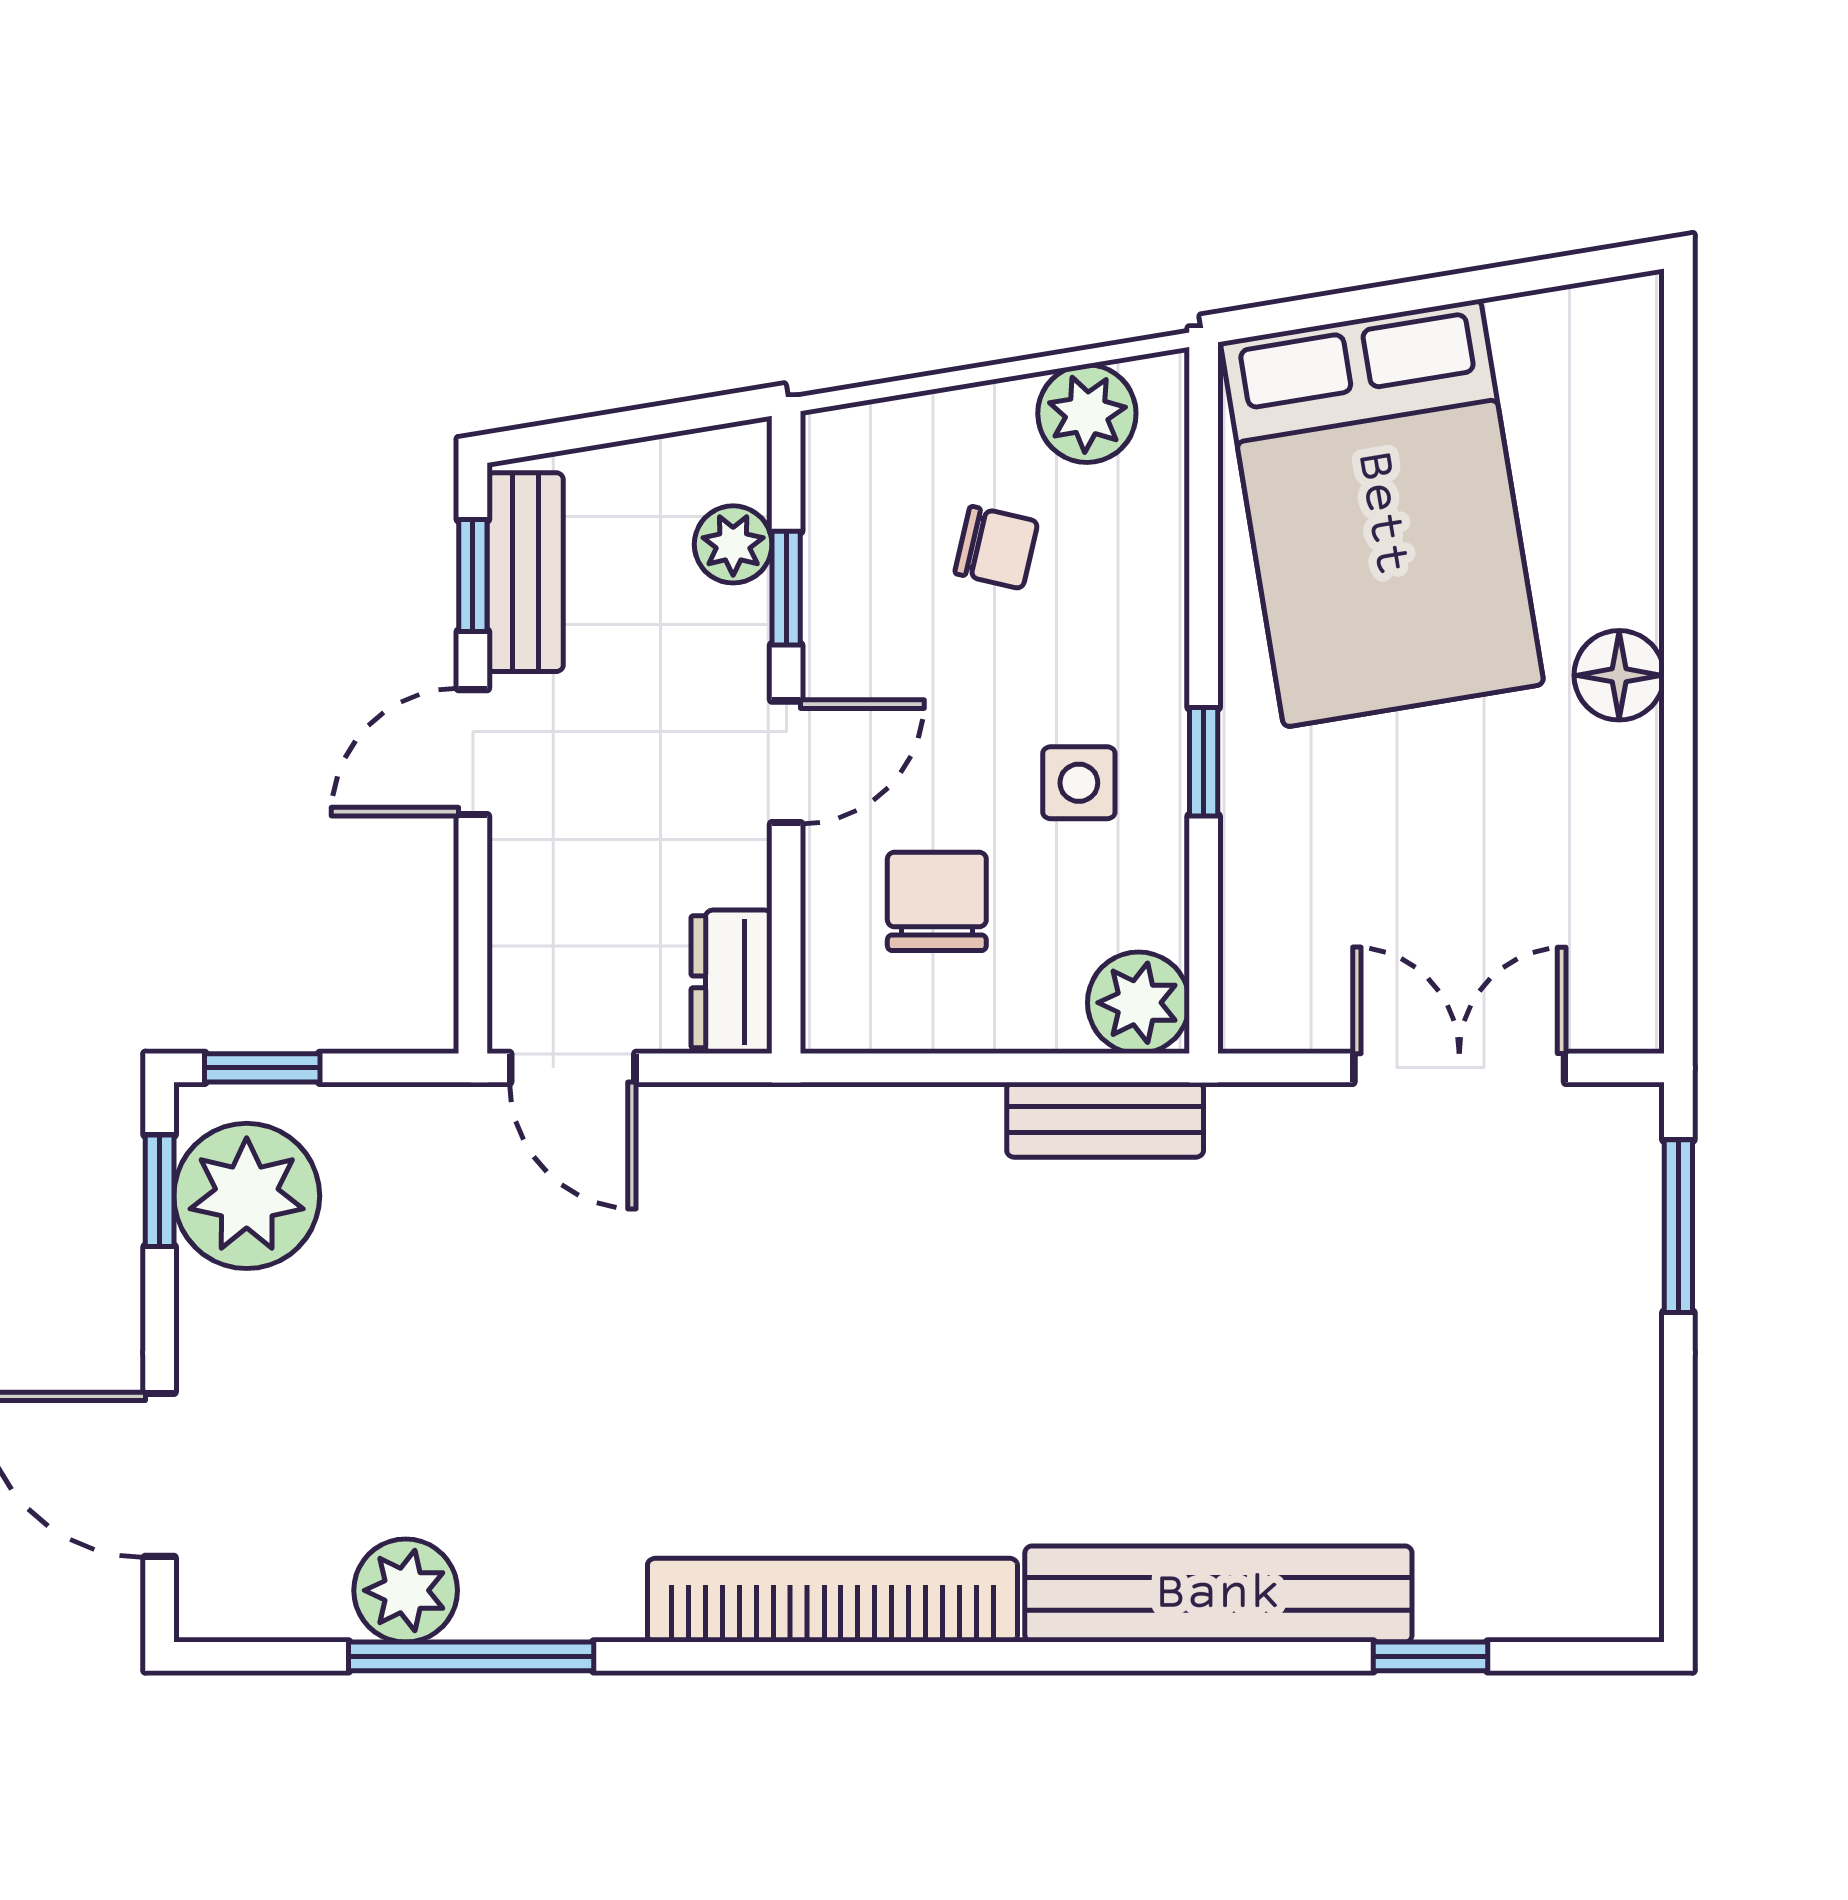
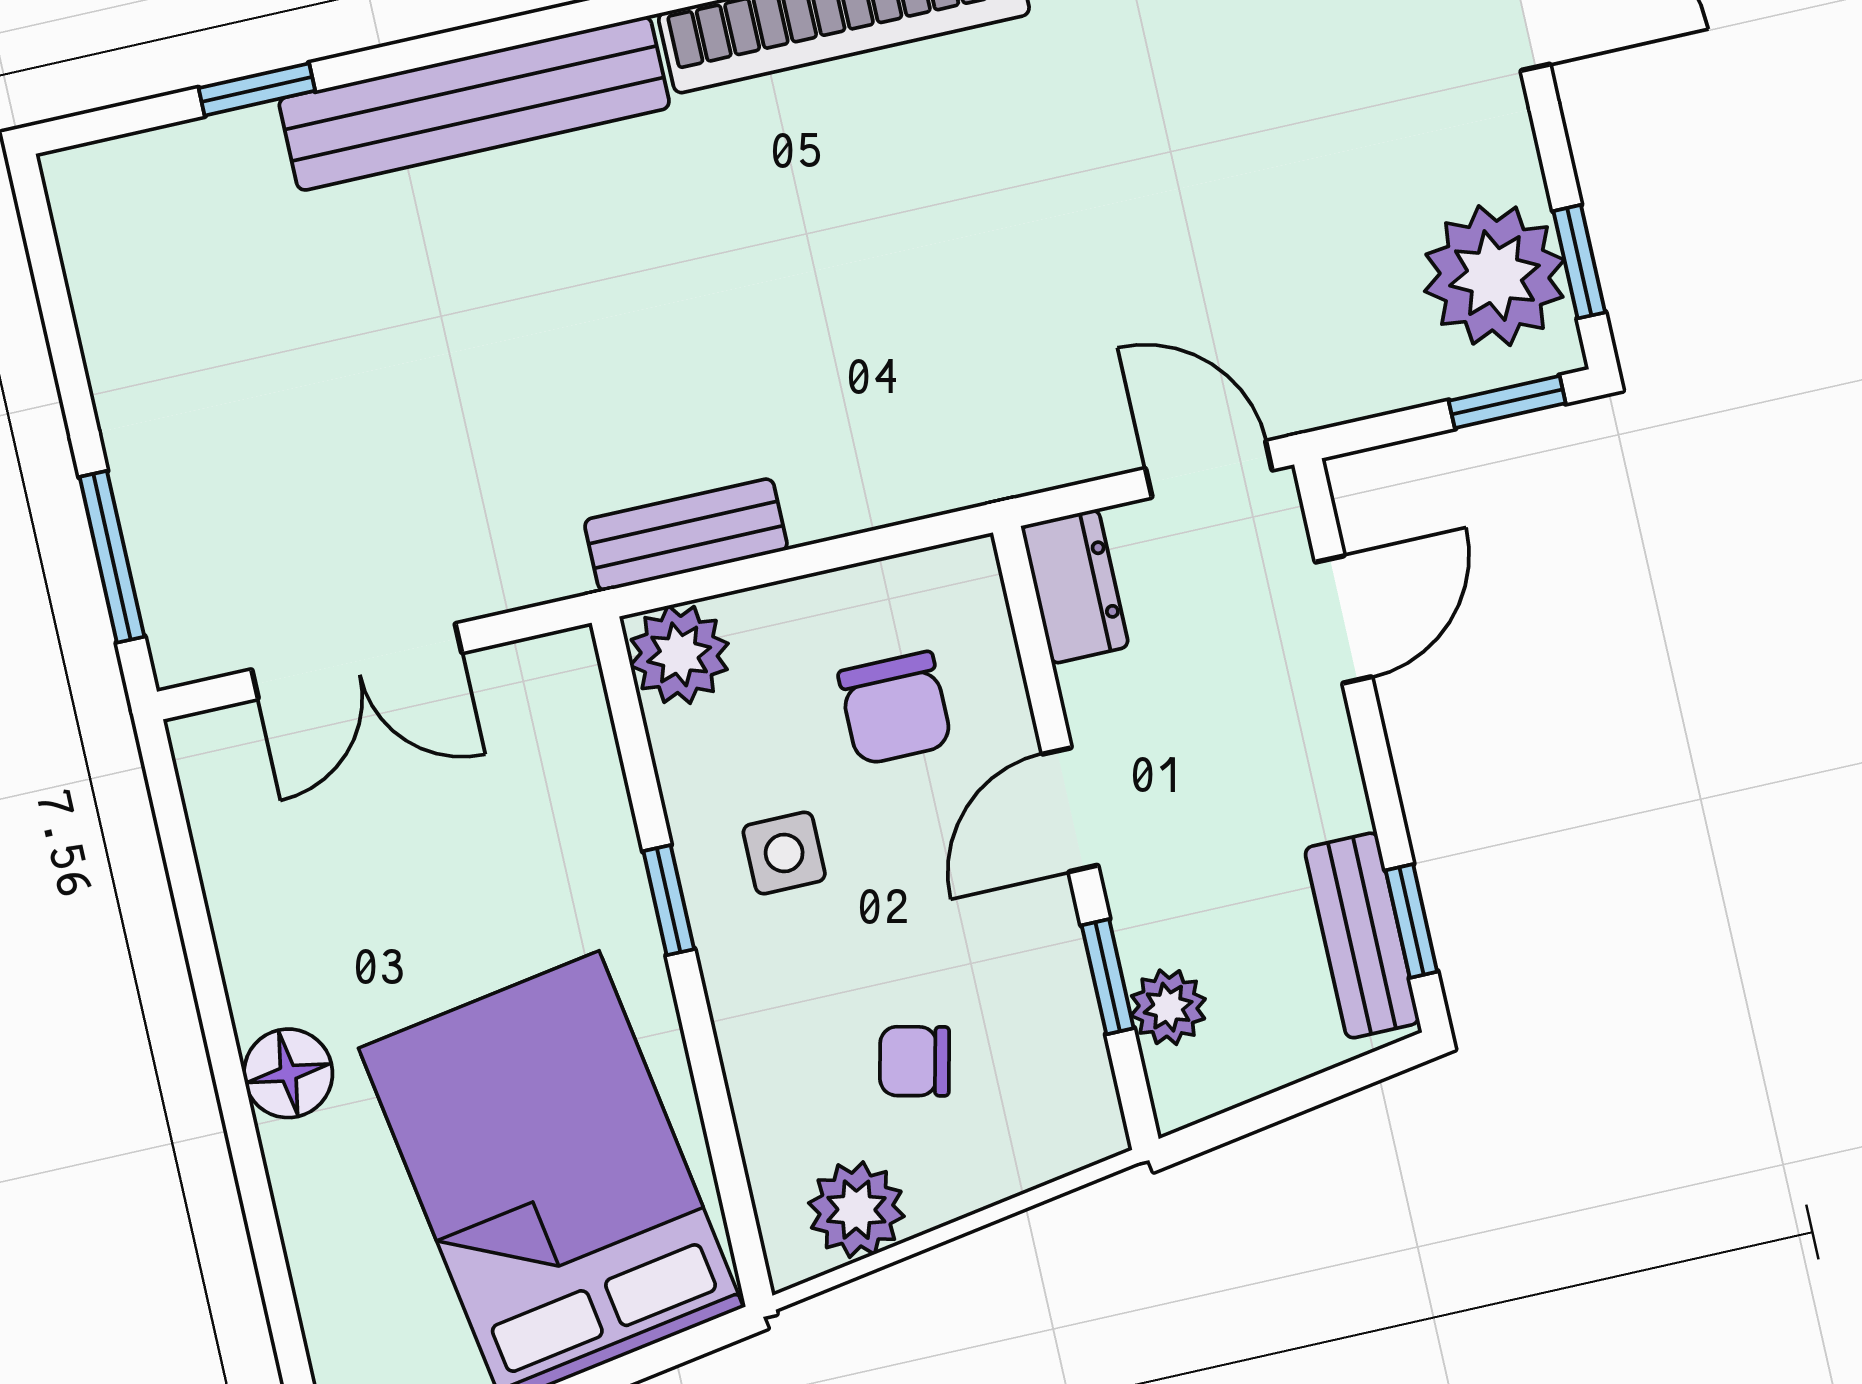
door: (473, 752) -> (1344, 619), moved

